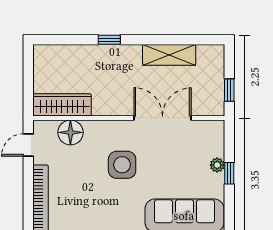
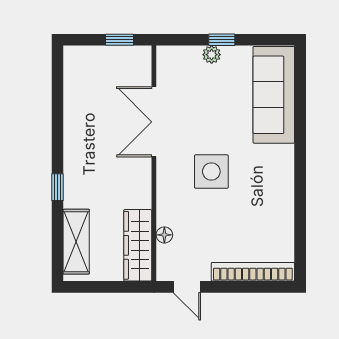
shelving: (169, 55) -> (76, 242), moved
floor lamp: (70, 132) -> (164, 235), width x0.53, depth x0.53

